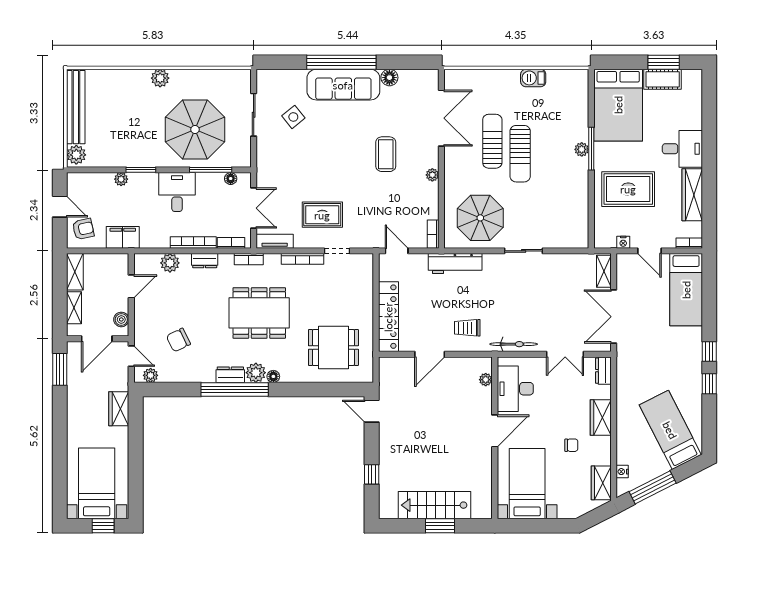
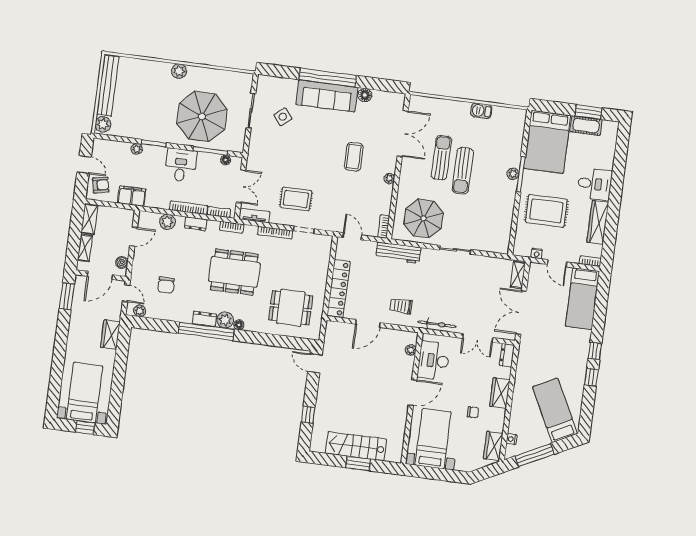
chair: (178, 340) -> (166, 285), turned -64

